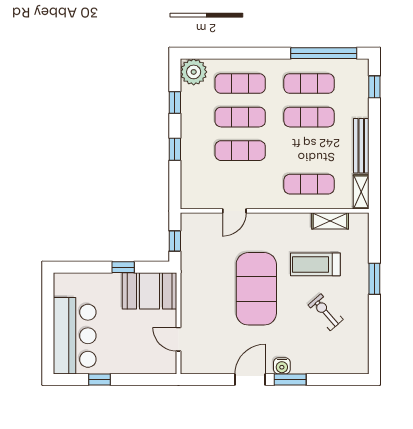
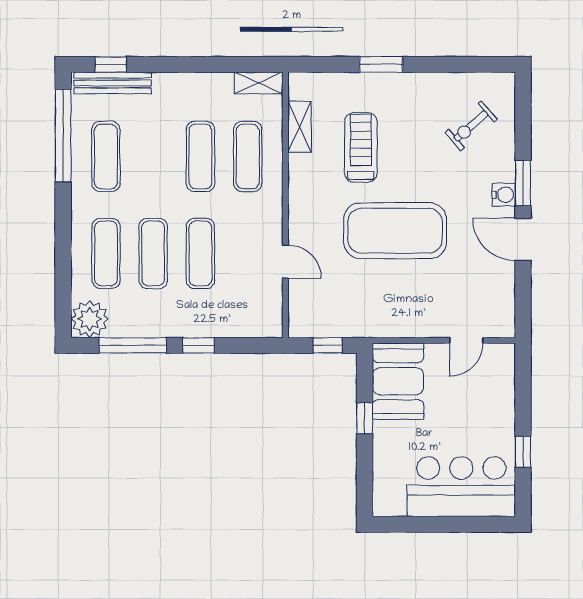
window: (175, 102) -> (133, 345), width x2.17
exercise mat: (309, 117) -> (200, 156), moved
bench: (361, 146) -> (113, 83), moved
treadmill: (315, 264) -> (361, 147), turned 180
exercise bike: (326, 312) -> (471, 126), moved

